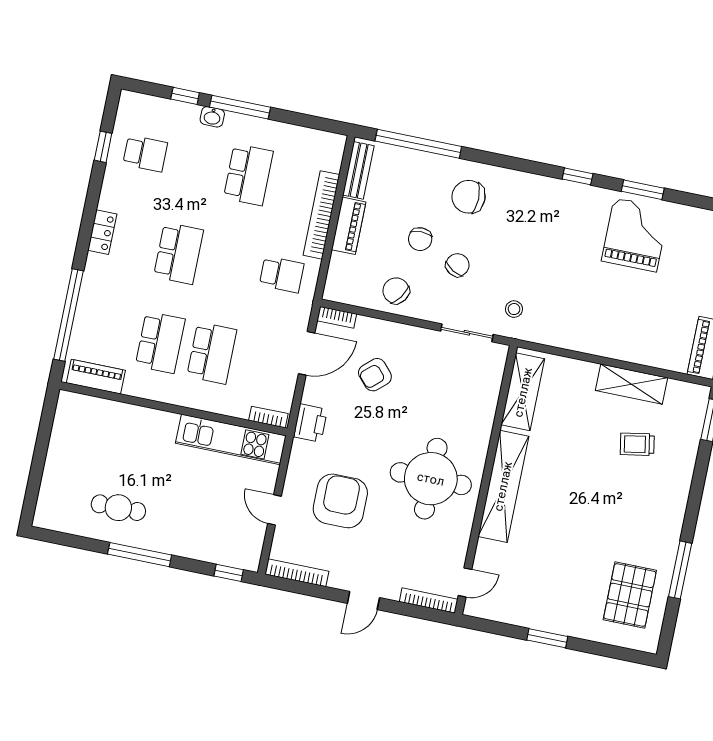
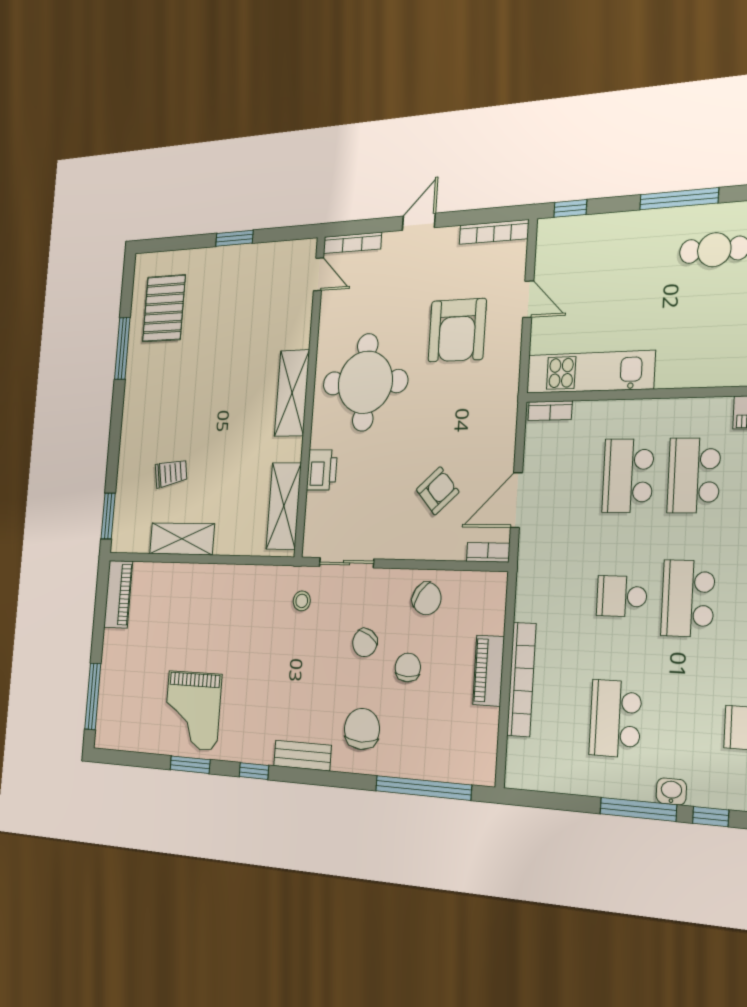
bench: (358, 170) -> (302, 756), moved, turned 90
chair: (469, 197) -> (362, 729), turned -90
school desk: (282, 274) -> (622, 596), moved
printer: (310, 423) -> (322, 470), moved, turned 180
shelving: (503, 486) -> (292, 393), width x0.68
door: (465, 582) -> (319, 274), swing flipped

